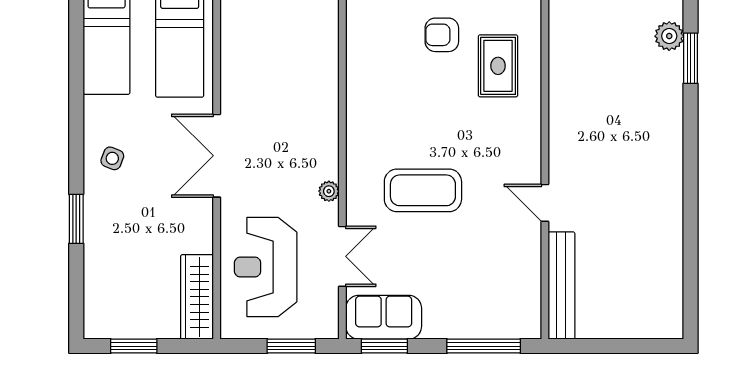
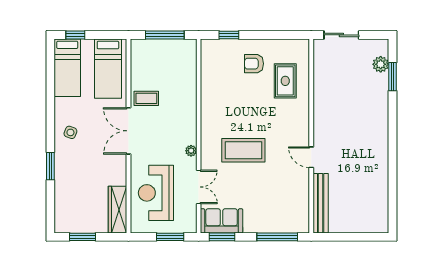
coffee table: (249, 97) -> (146, 98), added

